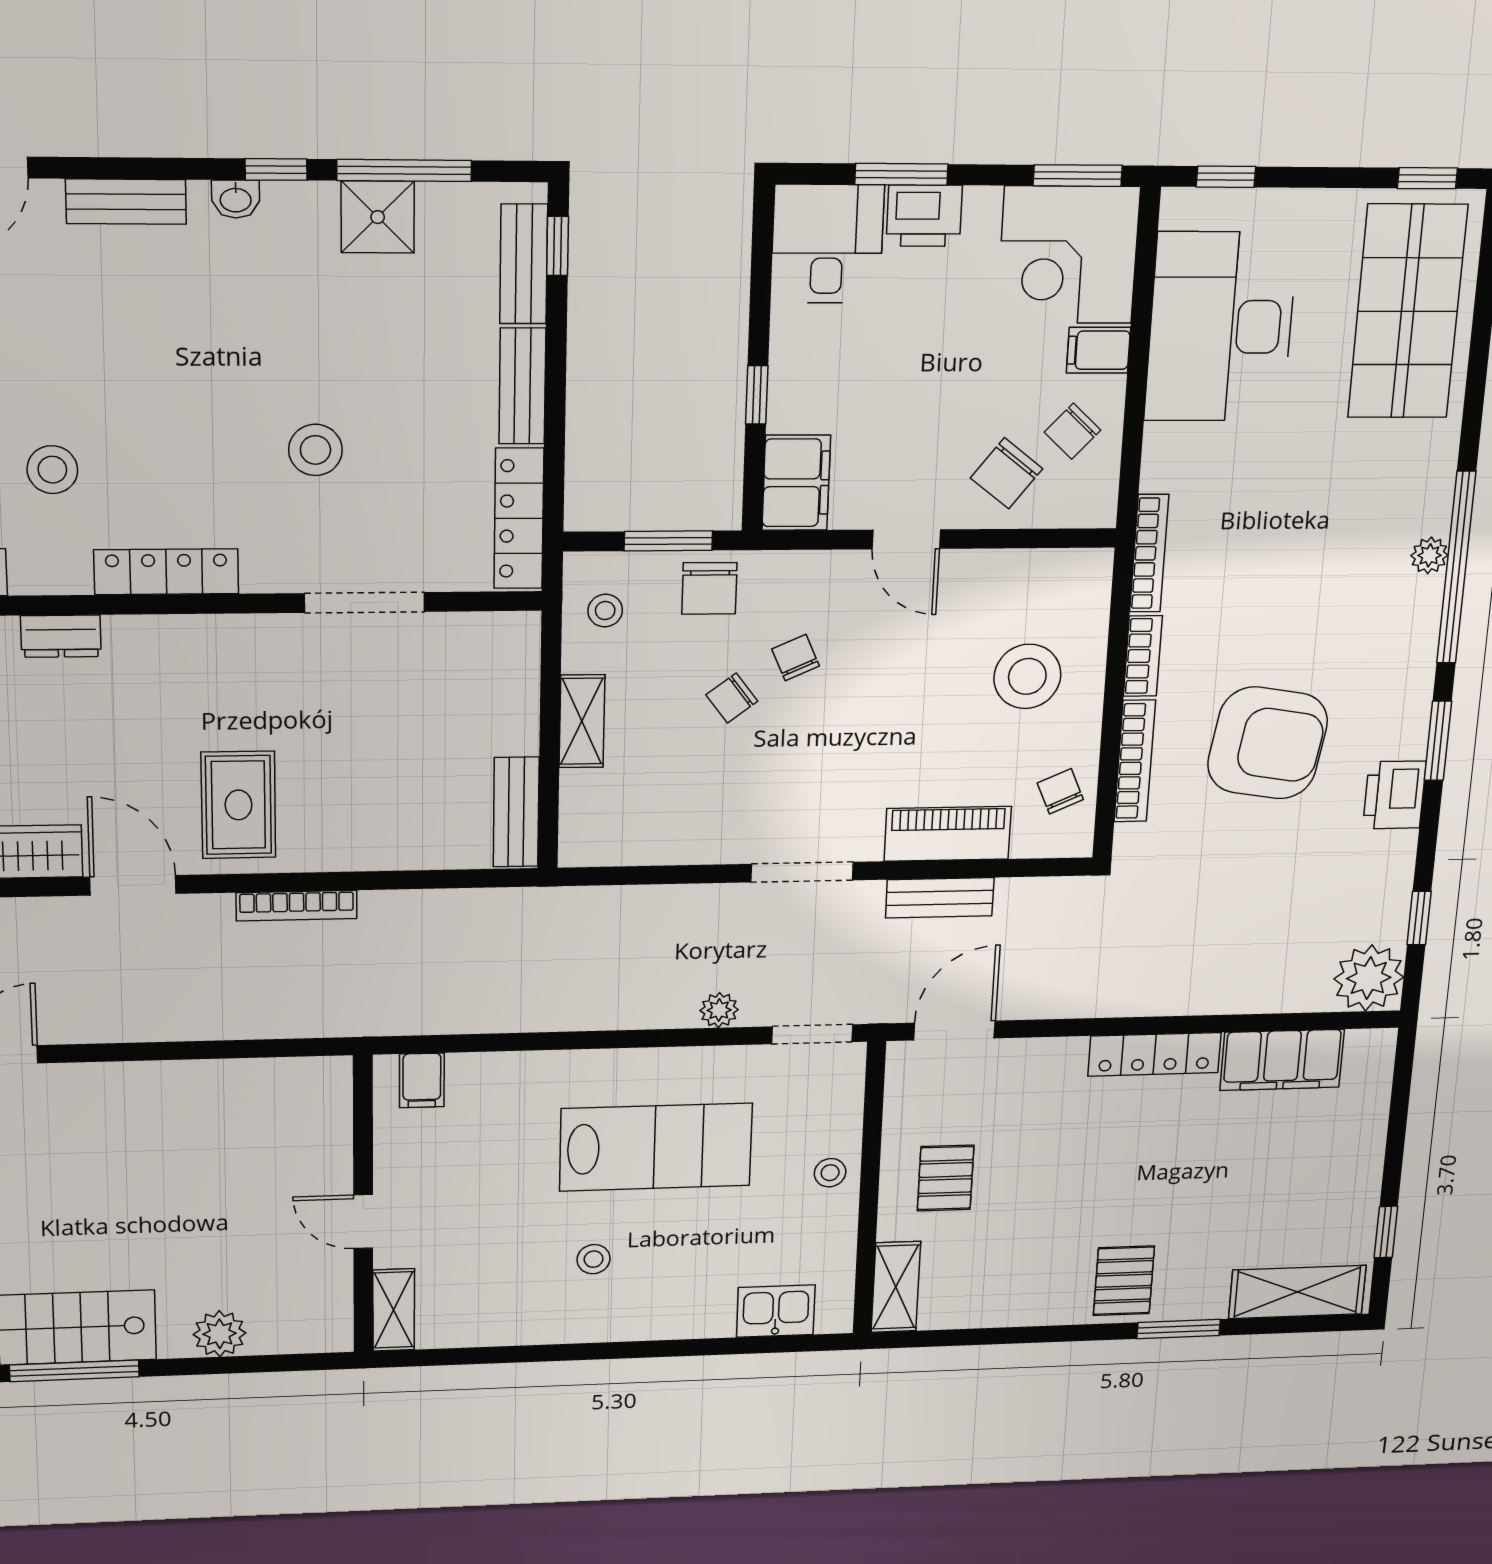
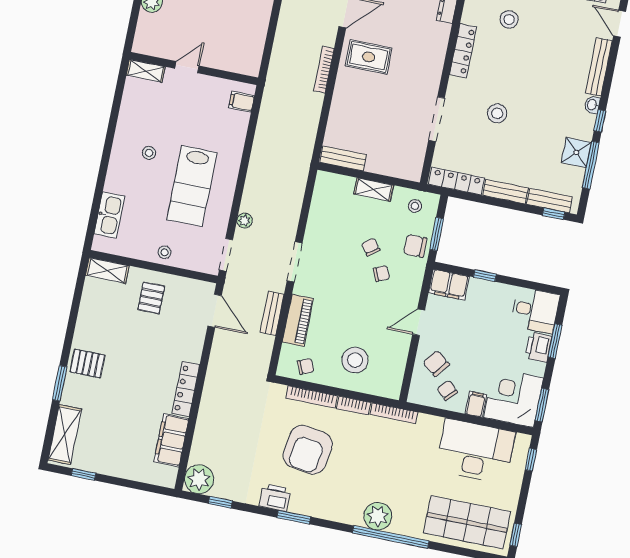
bench: (126, 202) -> (599, 67), width x1.36
plant: (1429, 555) -> (378, 516), width x1.88, depth x1.88
window: (1456, 568) -> (391, 537), moved
pallet: (946, 1178) -> (151, 298), turned 90
kitchen sink: (776, 1311) -> (109, 215), width x1.38

